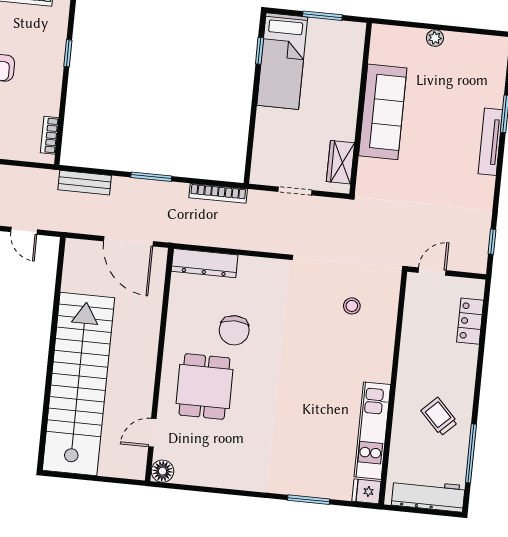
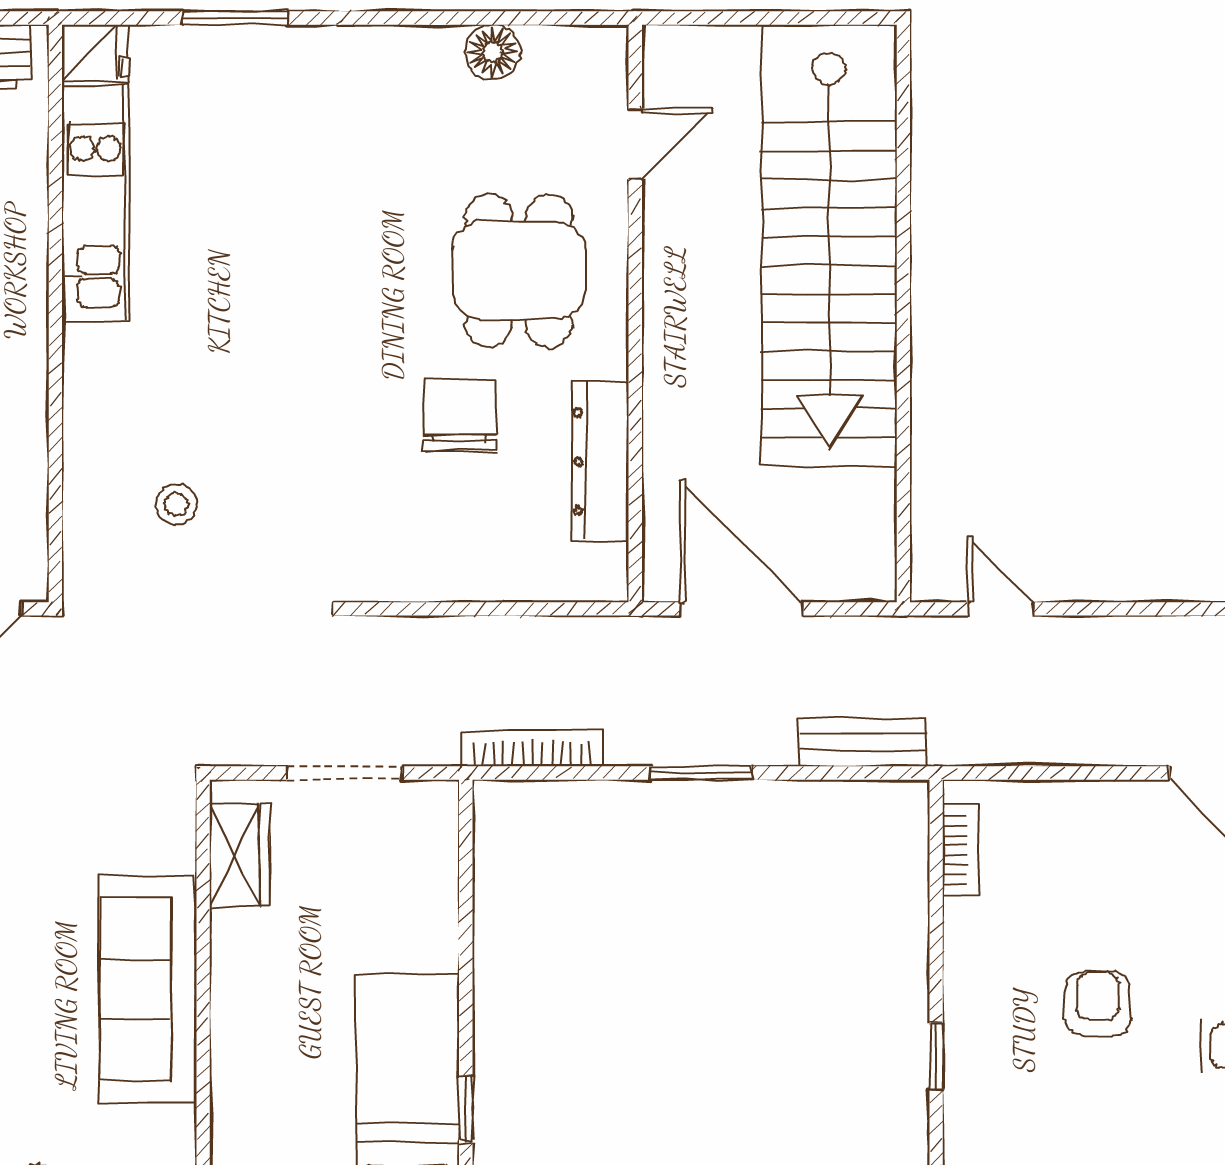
doorway: (295, 191) -> (344, 773), width x1.38
dresser: (205, 263) -> (600, 461), moved, turned -90
floor lamp: (162, 471) -> (493, 52), moved

